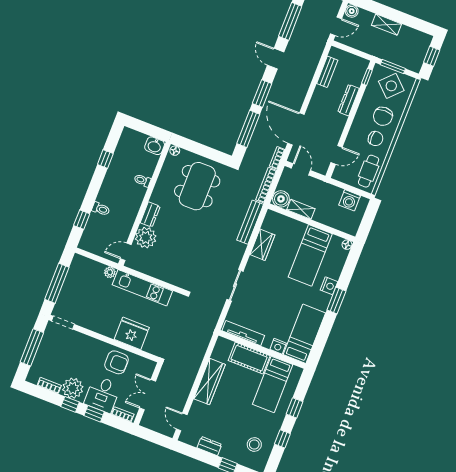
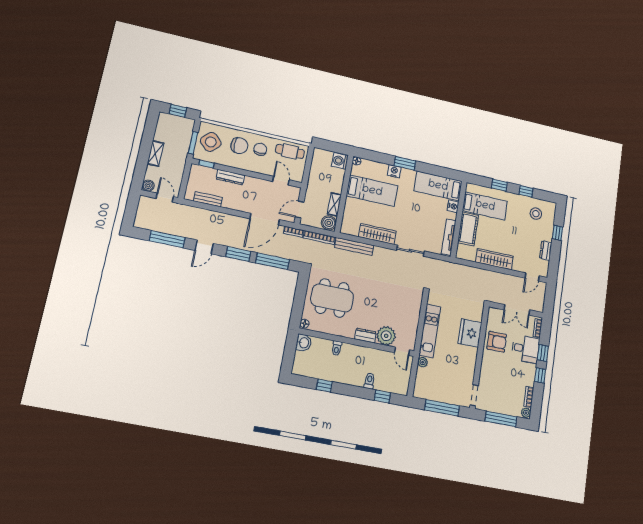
washing machine: (350, 200) -> (340, 161), moved, turned 180
wardrobe: (262, 245) -> (377, 234), width x1.50
armchair: (117, 362) -> (497, 342), turned 90
plant: (73, 388) -> (526, 413), moved, width x0.53, depth x0.53

